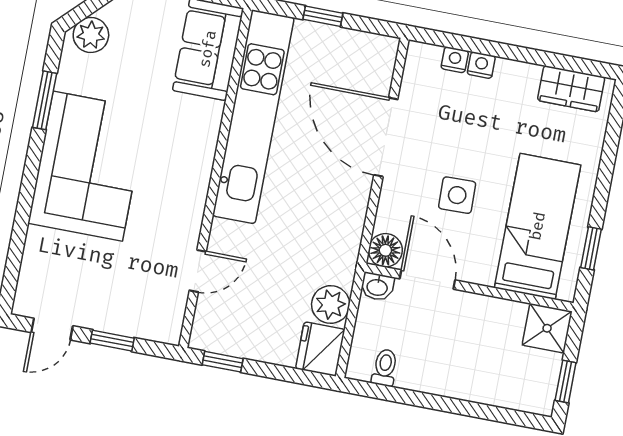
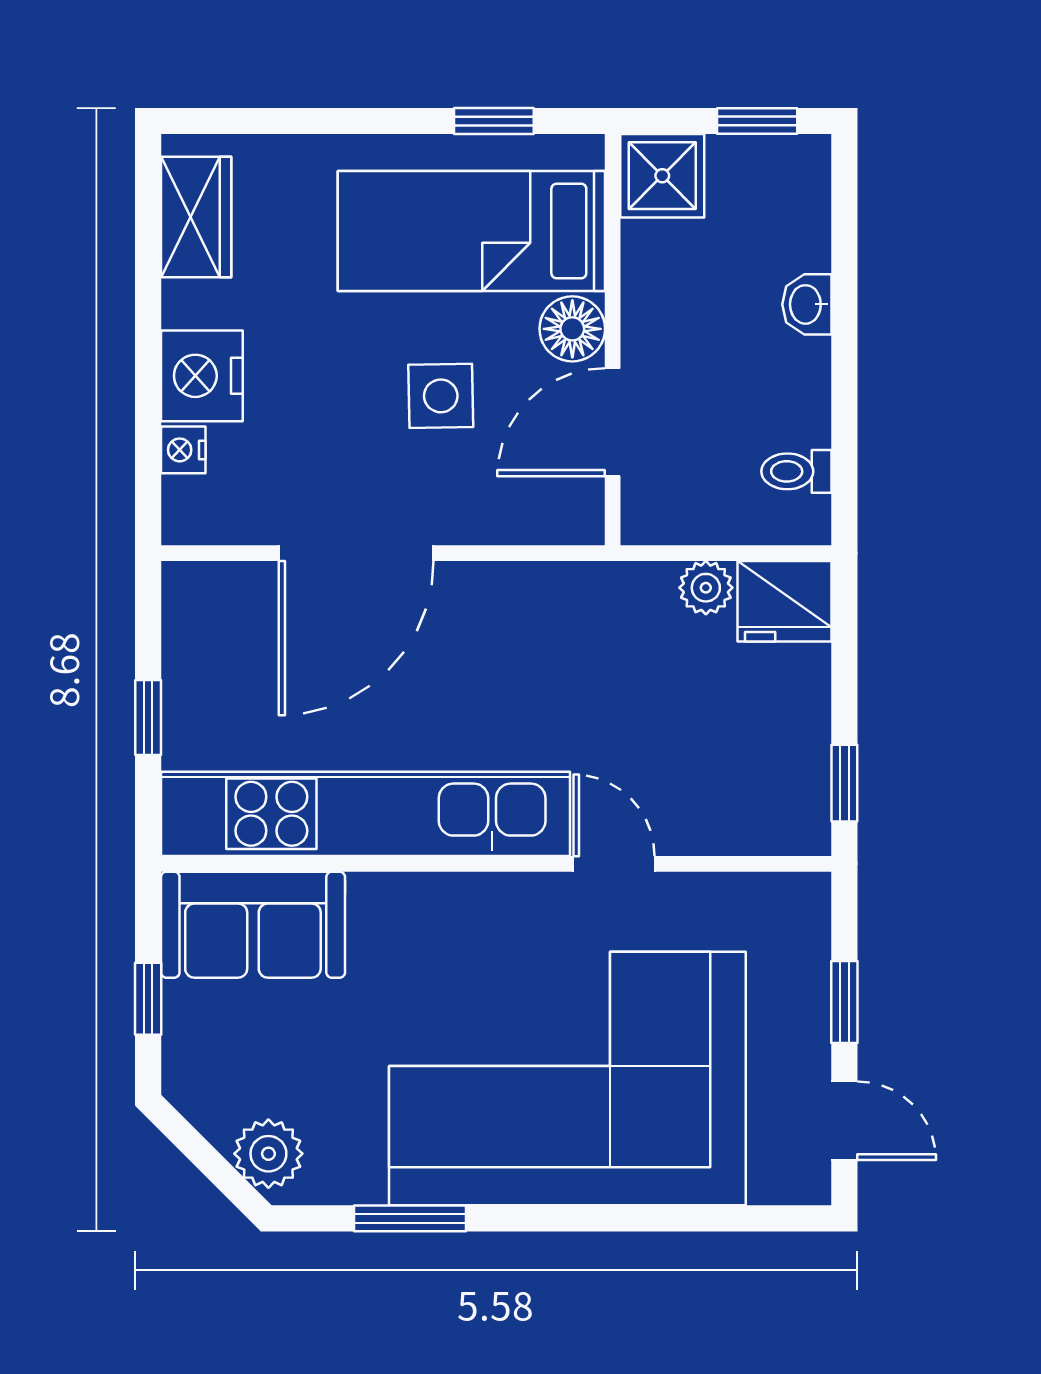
nightstand: (481, 65) -> (202, 376), width x1.89, depth x1.79
corner sofa: (88, 166) -> (567, 1078), width x1.36, depth x1.36
floor lamp: (385, 250) -> (572, 329), moved
door: (198, 271) -> (614, 864), moved
washbasin: (377, 287) -> (807, 304), moved, turned 180
plant: (331, 304) -> (706, 588), width x0.73, depth x0.73

